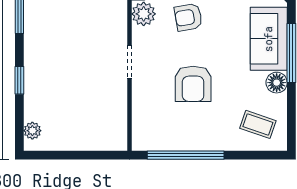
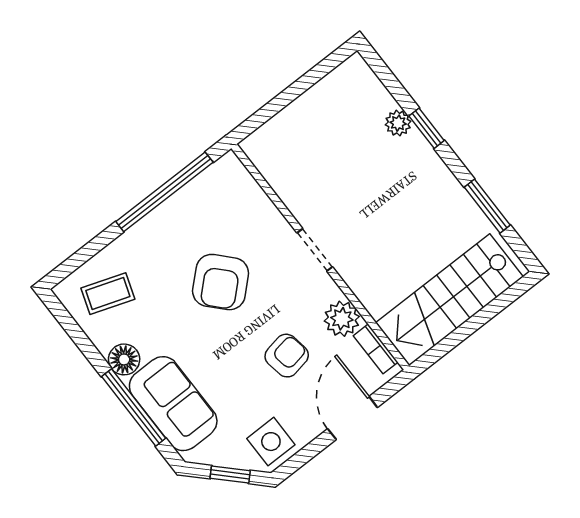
armchair: (193, 84) -> (221, 282), turned -133
plant: (32, 131) -> (398, 123), moved

